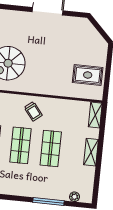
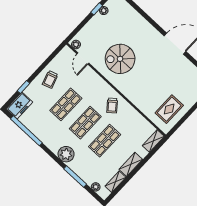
rug: (88, 75) -> (169, 109), turned 90
shelving: (89, 178) -> (115, 182), added
plant: (25, 187) -> (66, 154), added

